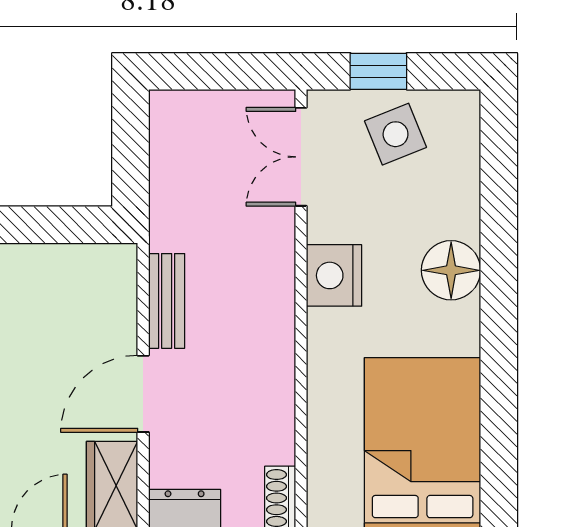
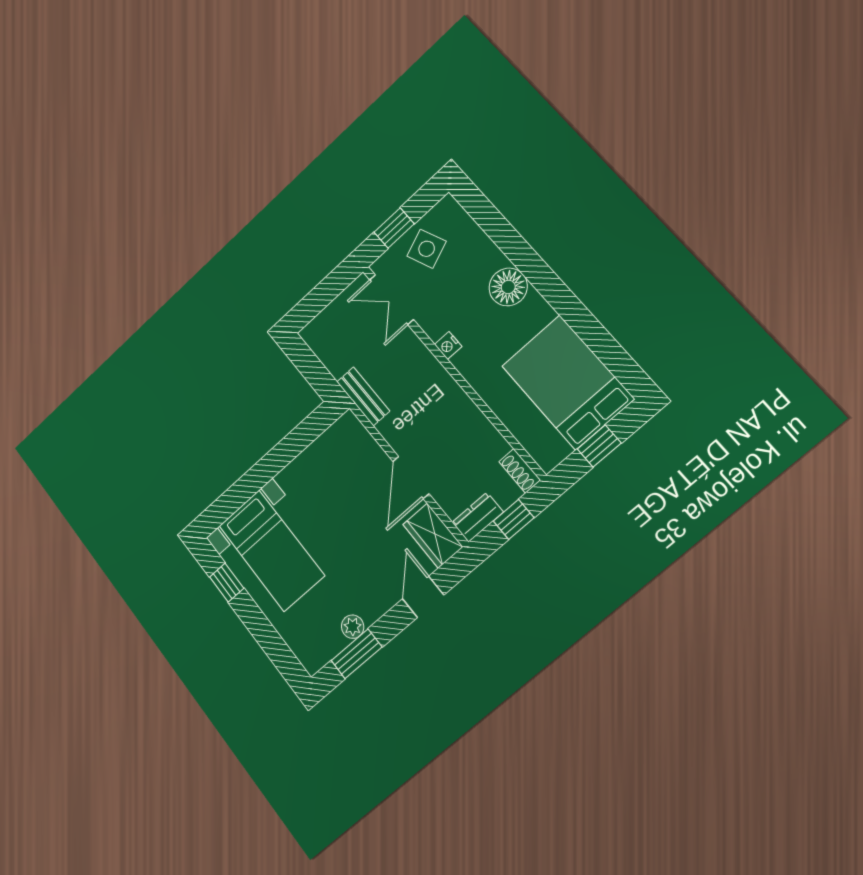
nightstand: (334, 275) -> (448, 345), width x0.53, depth x0.56
bench: (167, 301) -> (363, 396), moved

